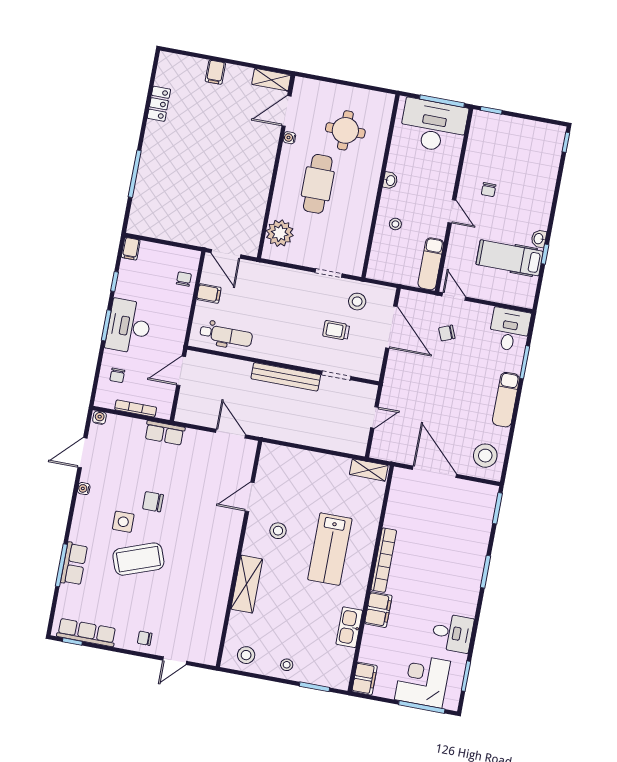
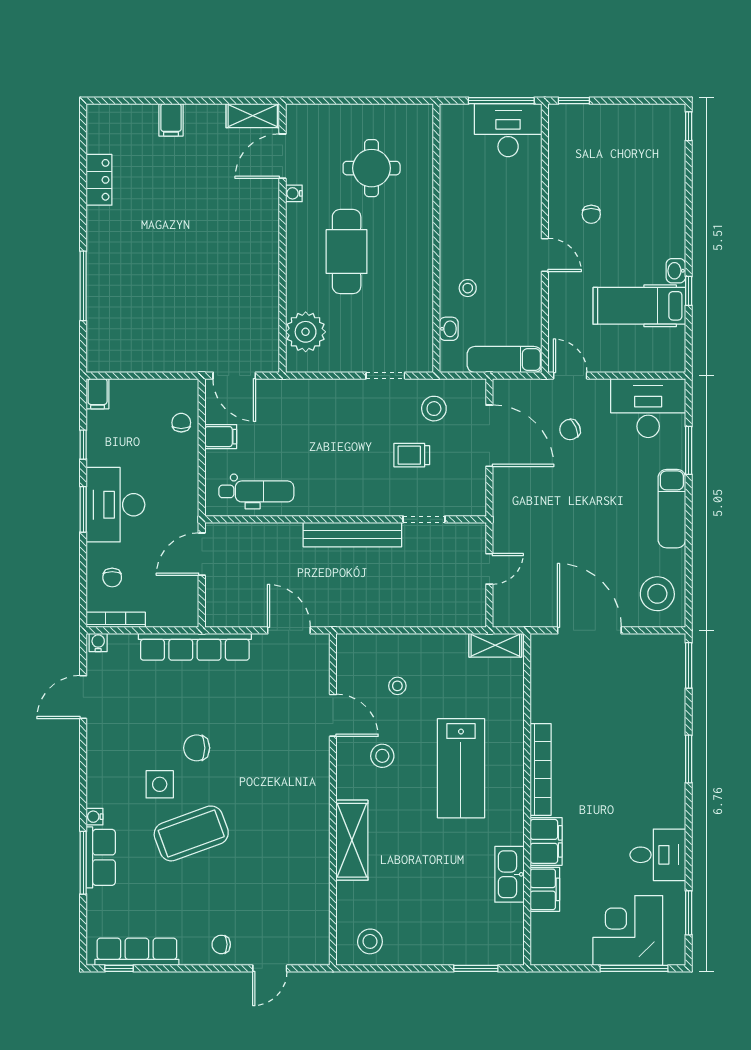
desk: (434, 126) -> (508, 130), width x0.73, depth x0.77
washbasin: (390, 180) -> (449, 329), moved
exam couch: (431, 264) -> (504, 359), moved, turned 90
desk: (509, 330) -> (648, 408), width x1.37
bookcase: (136, 408) -> (116, 620), moved
row of seats: (165, 433) -> (195, 647), width x2.02
water cooler: (84, 489) -> (95, 817), moved
door: (250, 497) -> (333, 715), swing flipped
stool: (287, 665) -> (397, 686), moved
filing cabinet: (365, 679) -> (545, 889), moved

